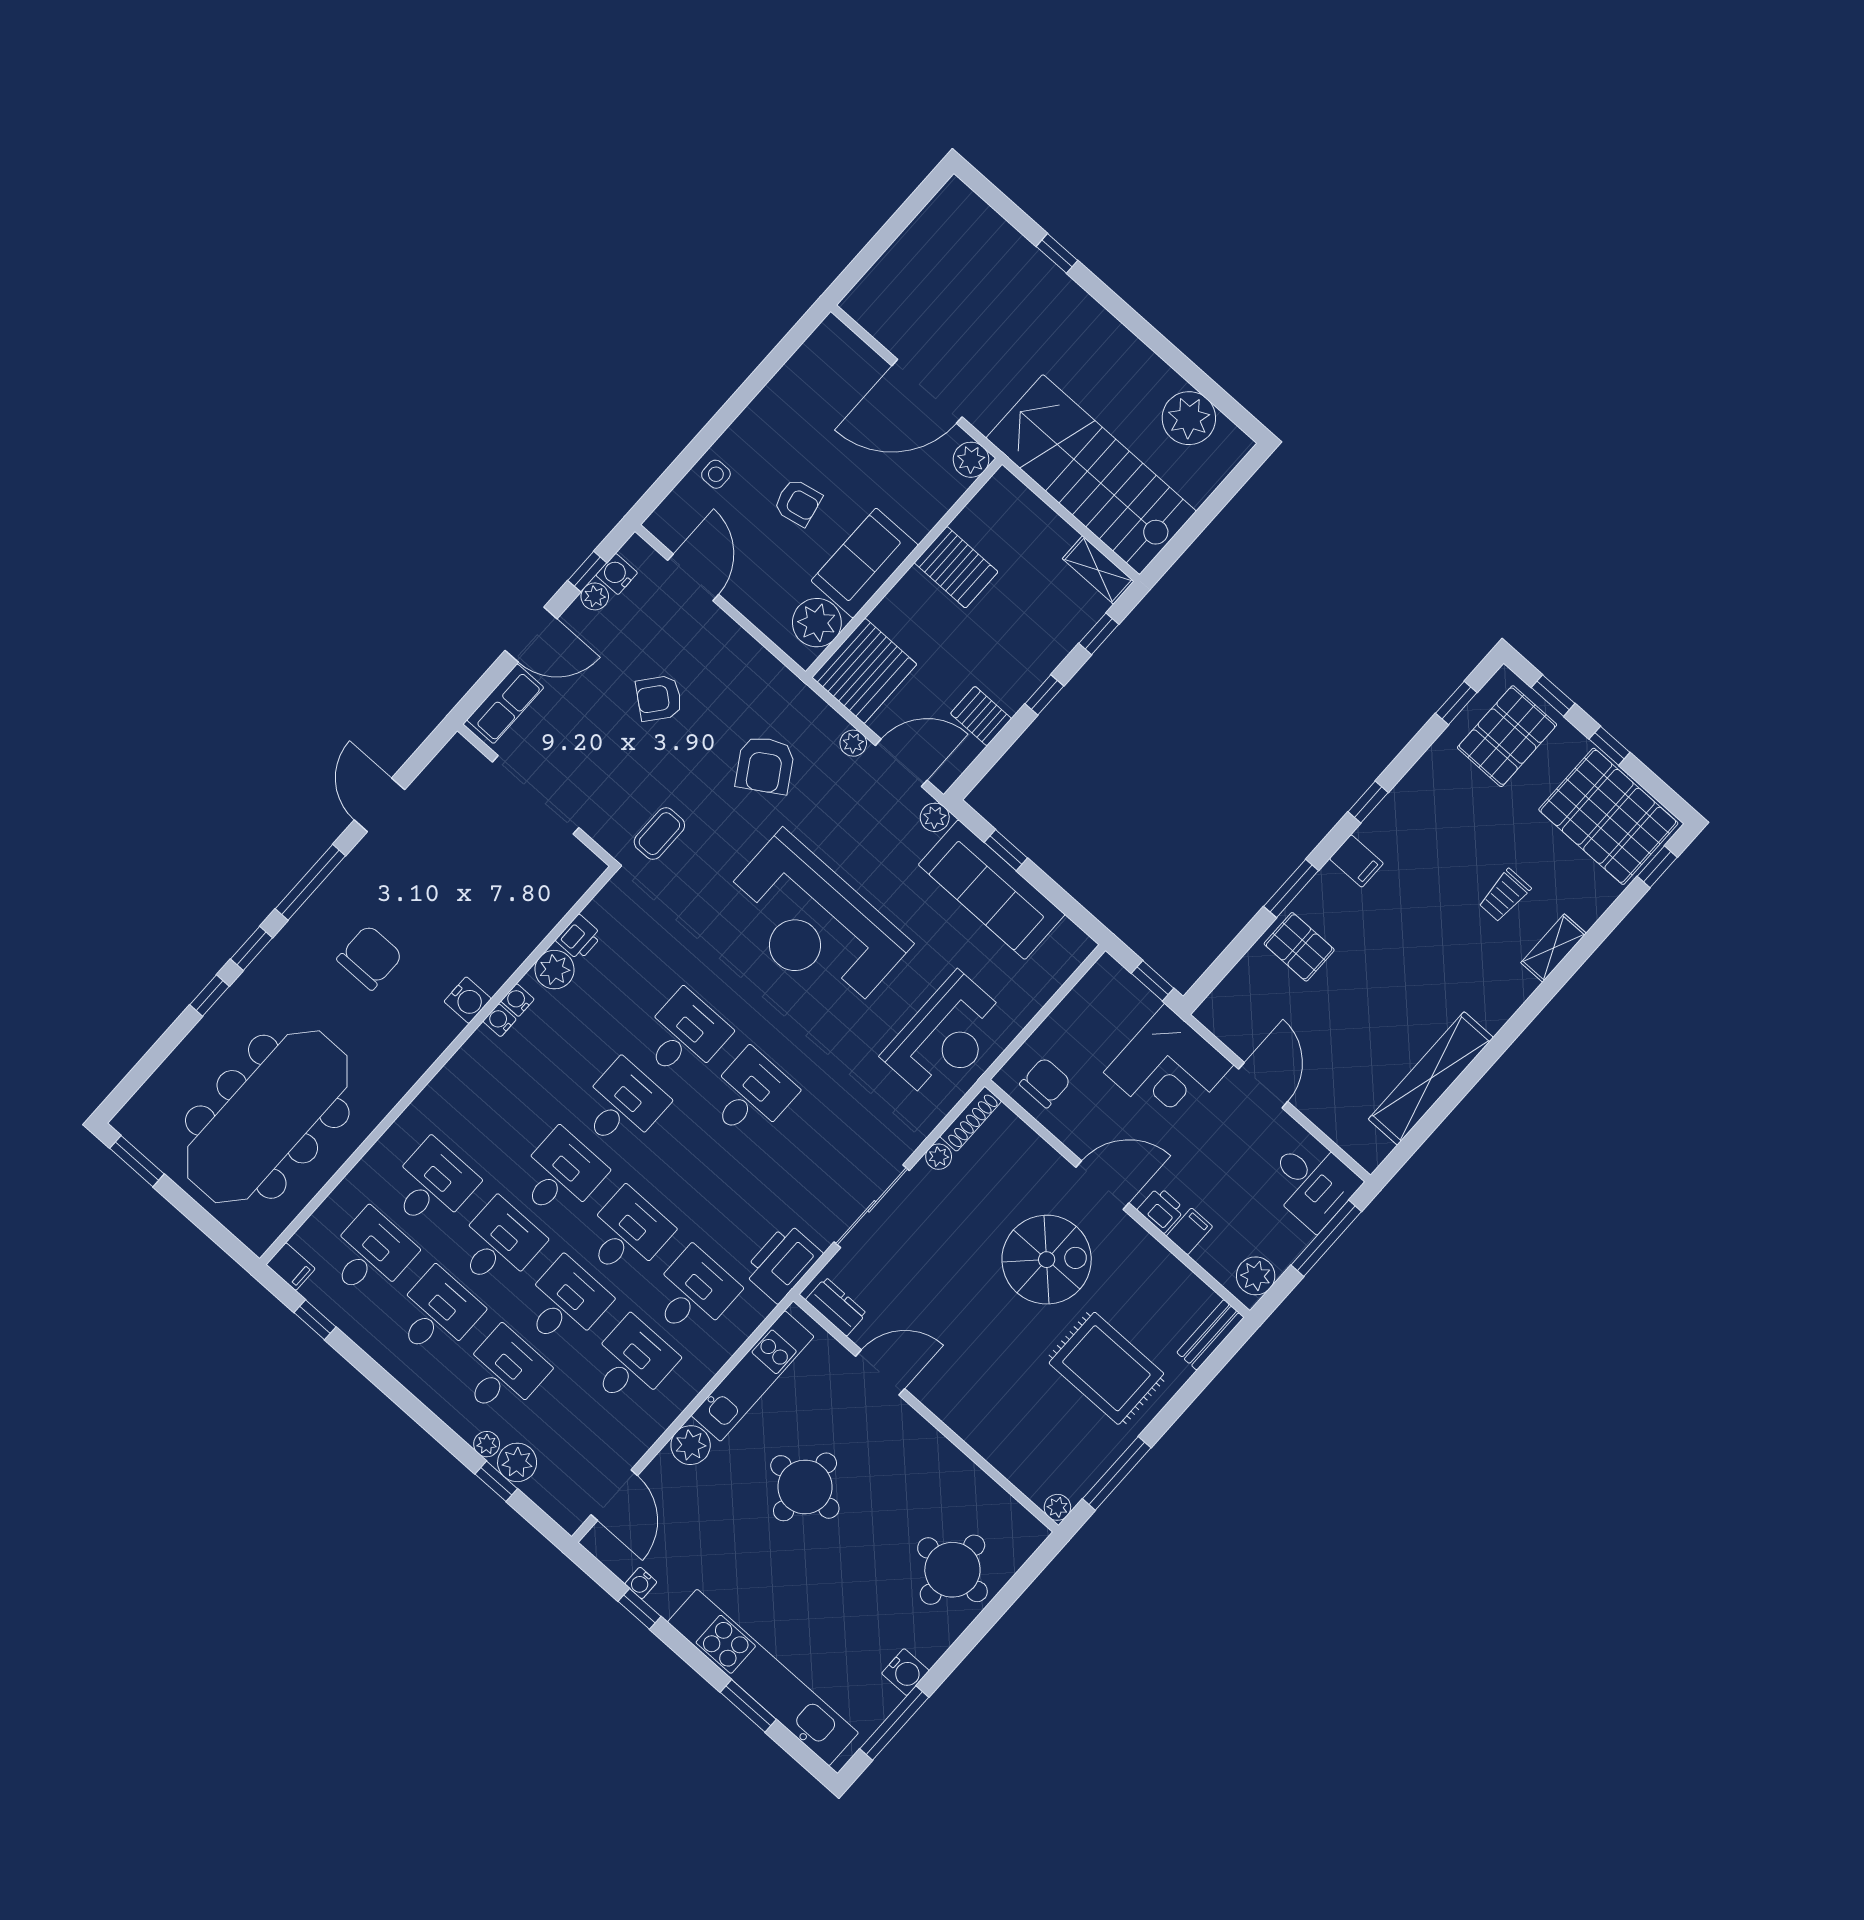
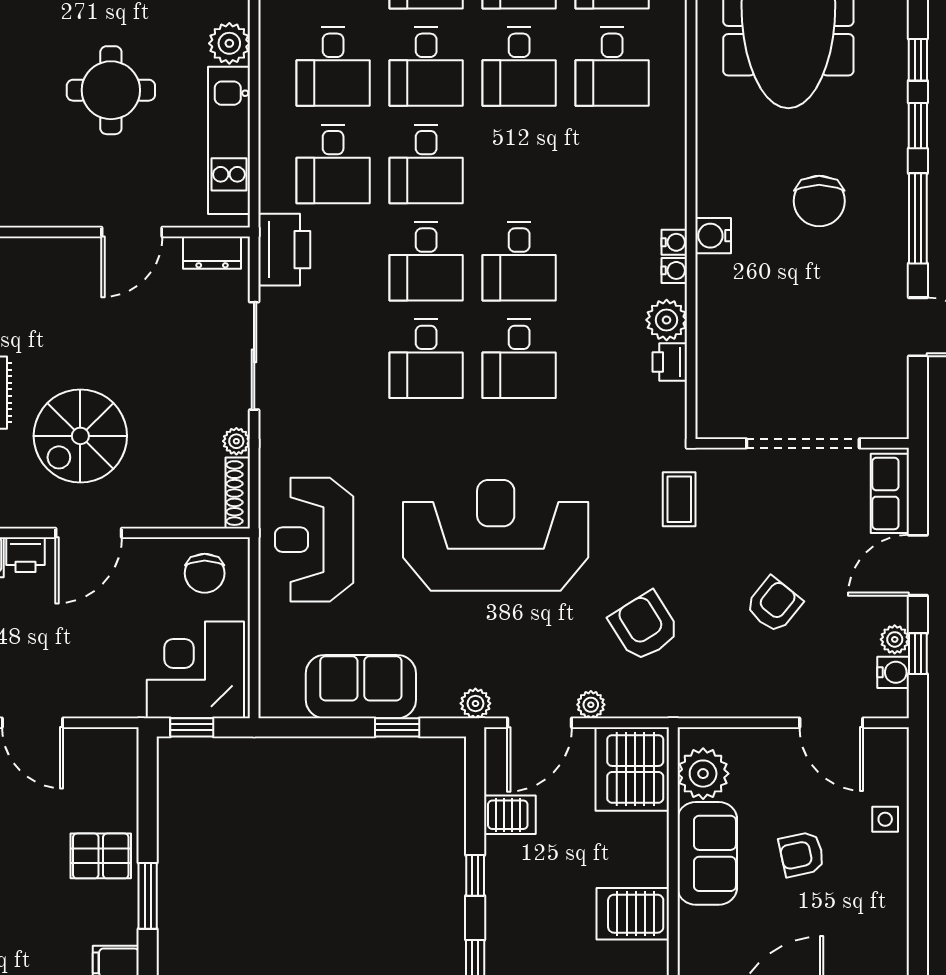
sofa: (992, 890) -> (361, 687), width x0.73
corner desk: (1168, 1069) -> (195, 670), moved
desk: (560, 1175) -> (426, 261), moved

